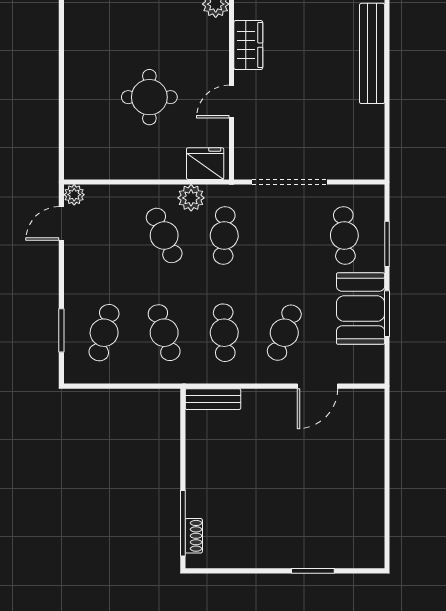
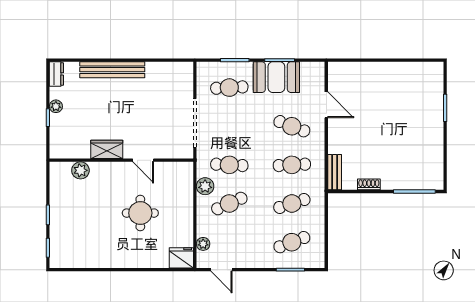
fridge: (205, 164) -> (181, 258), moved, turned 90
plant: (74, 195) -> (203, 244), moved
cafe table: (104, 333) -> (292, 242), turned -36
shoe rack: (194, 536) -> (369, 184), moved

